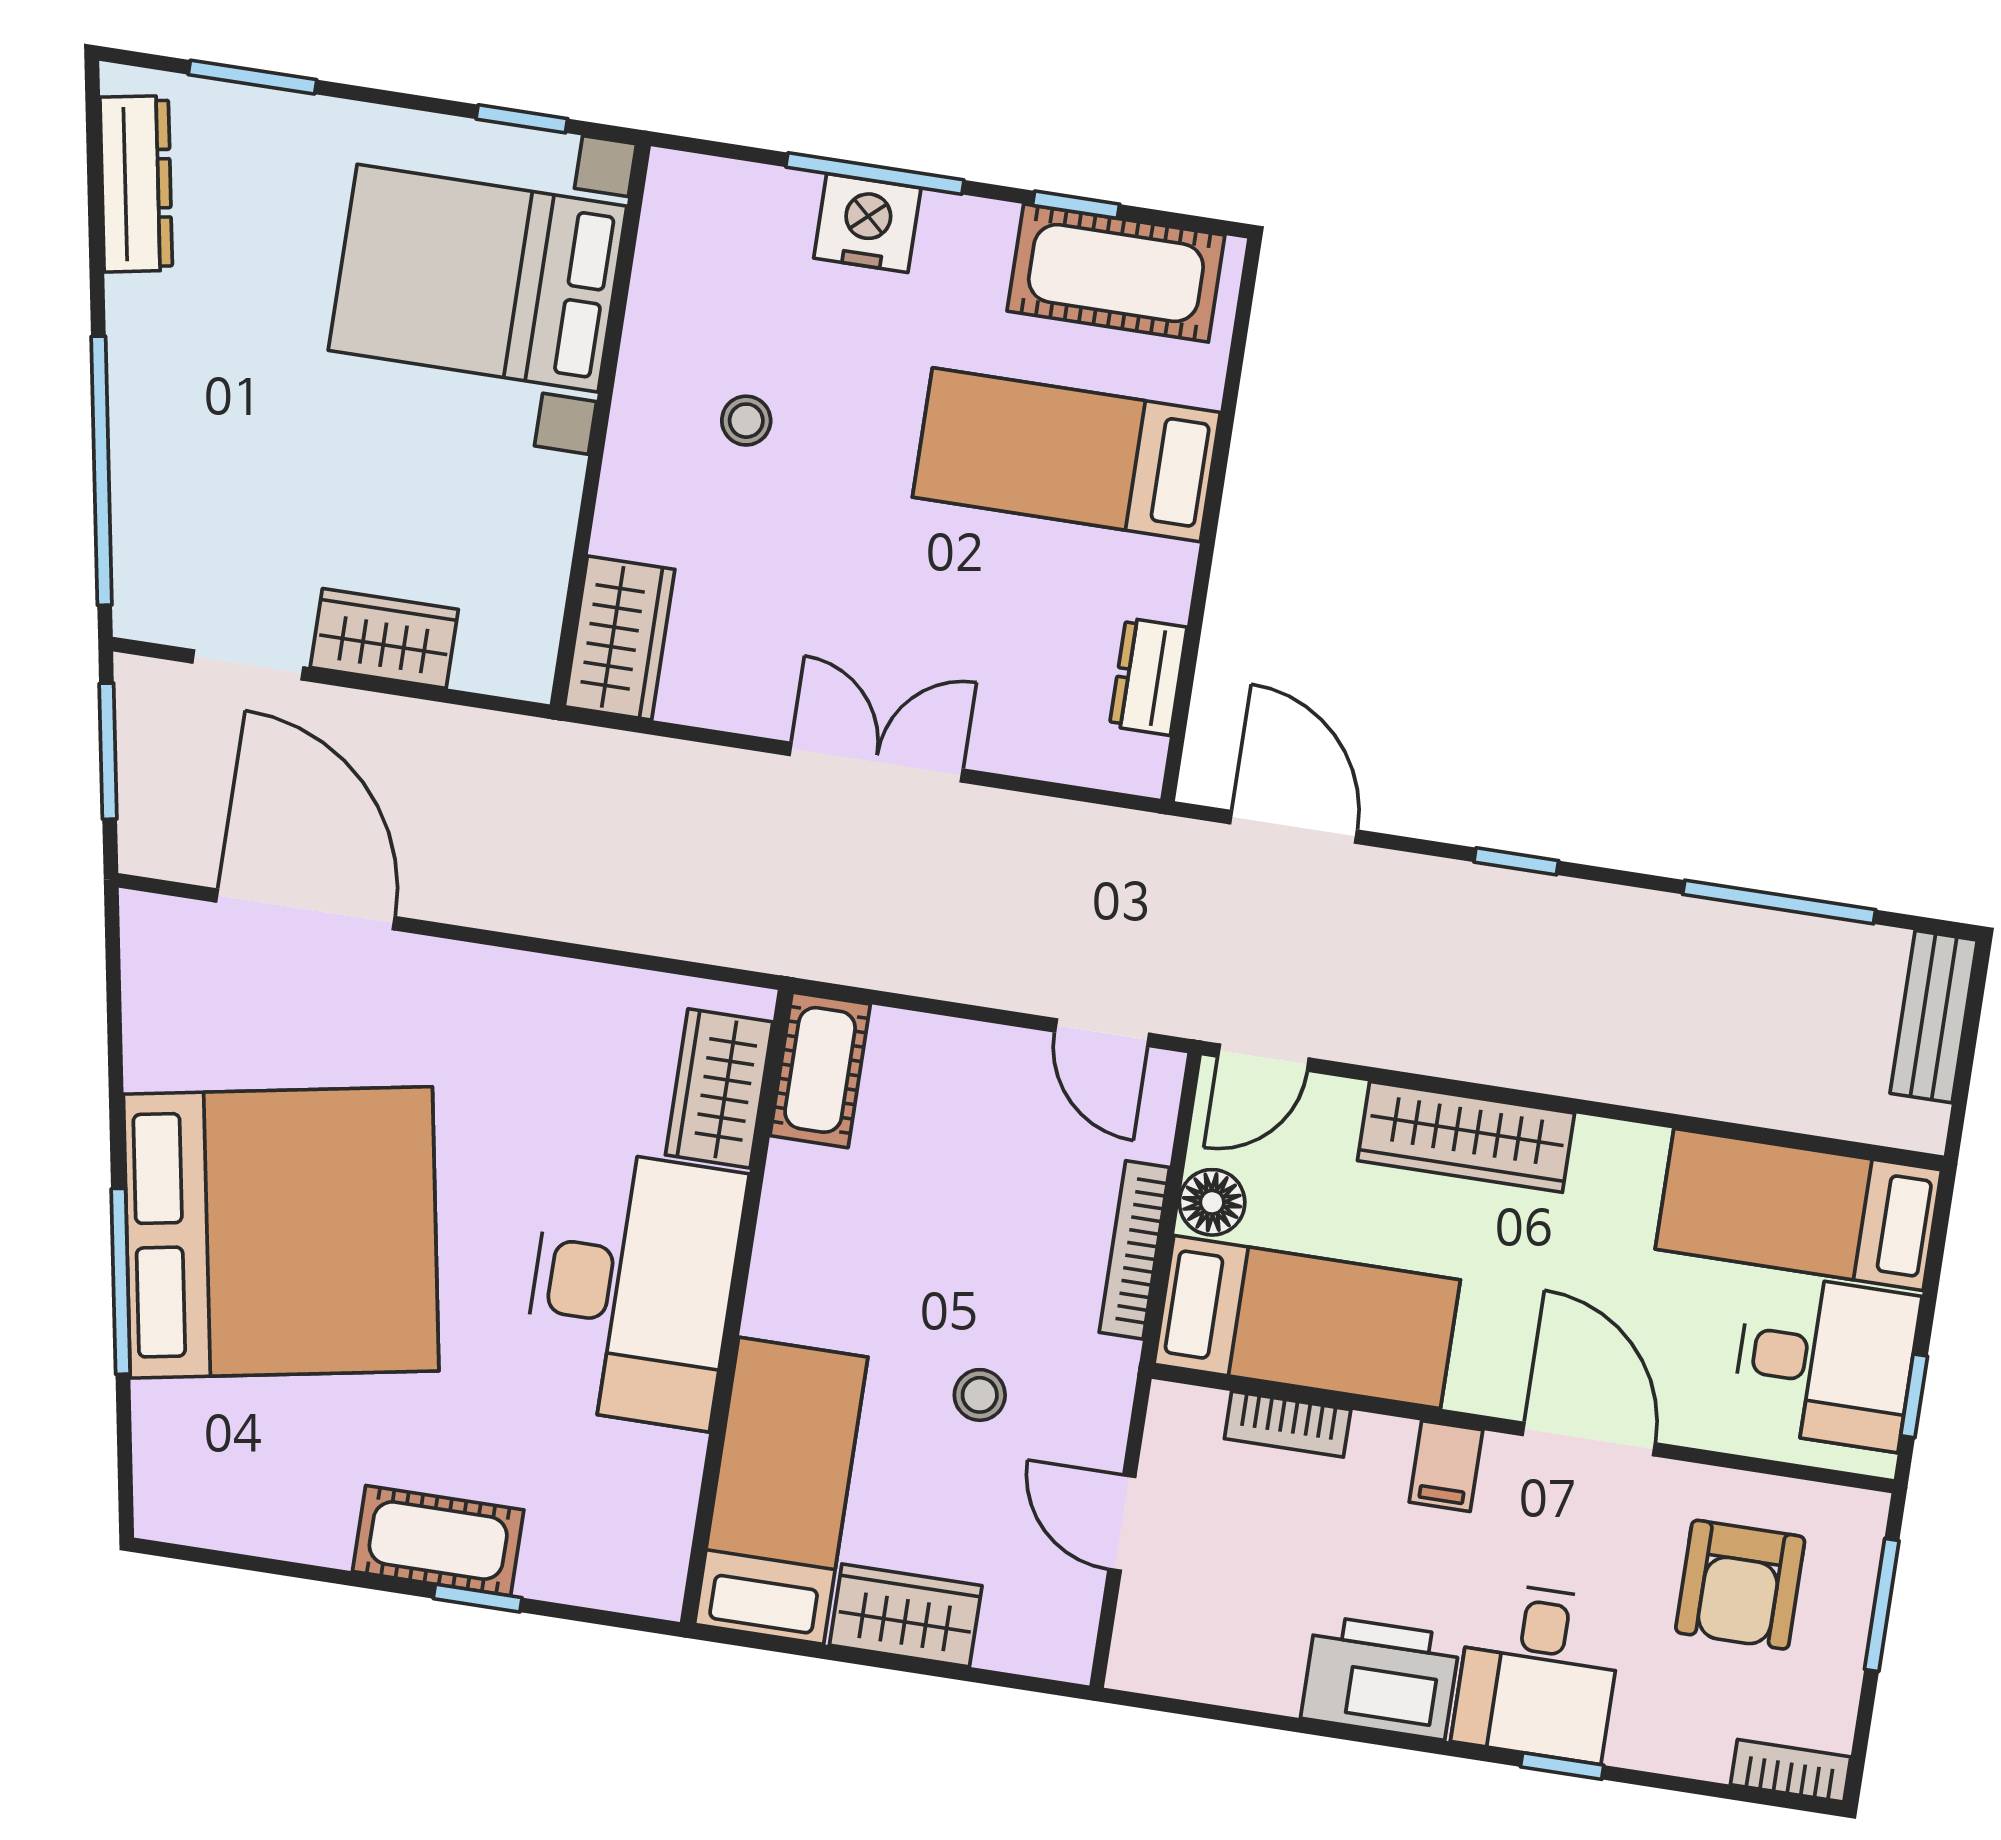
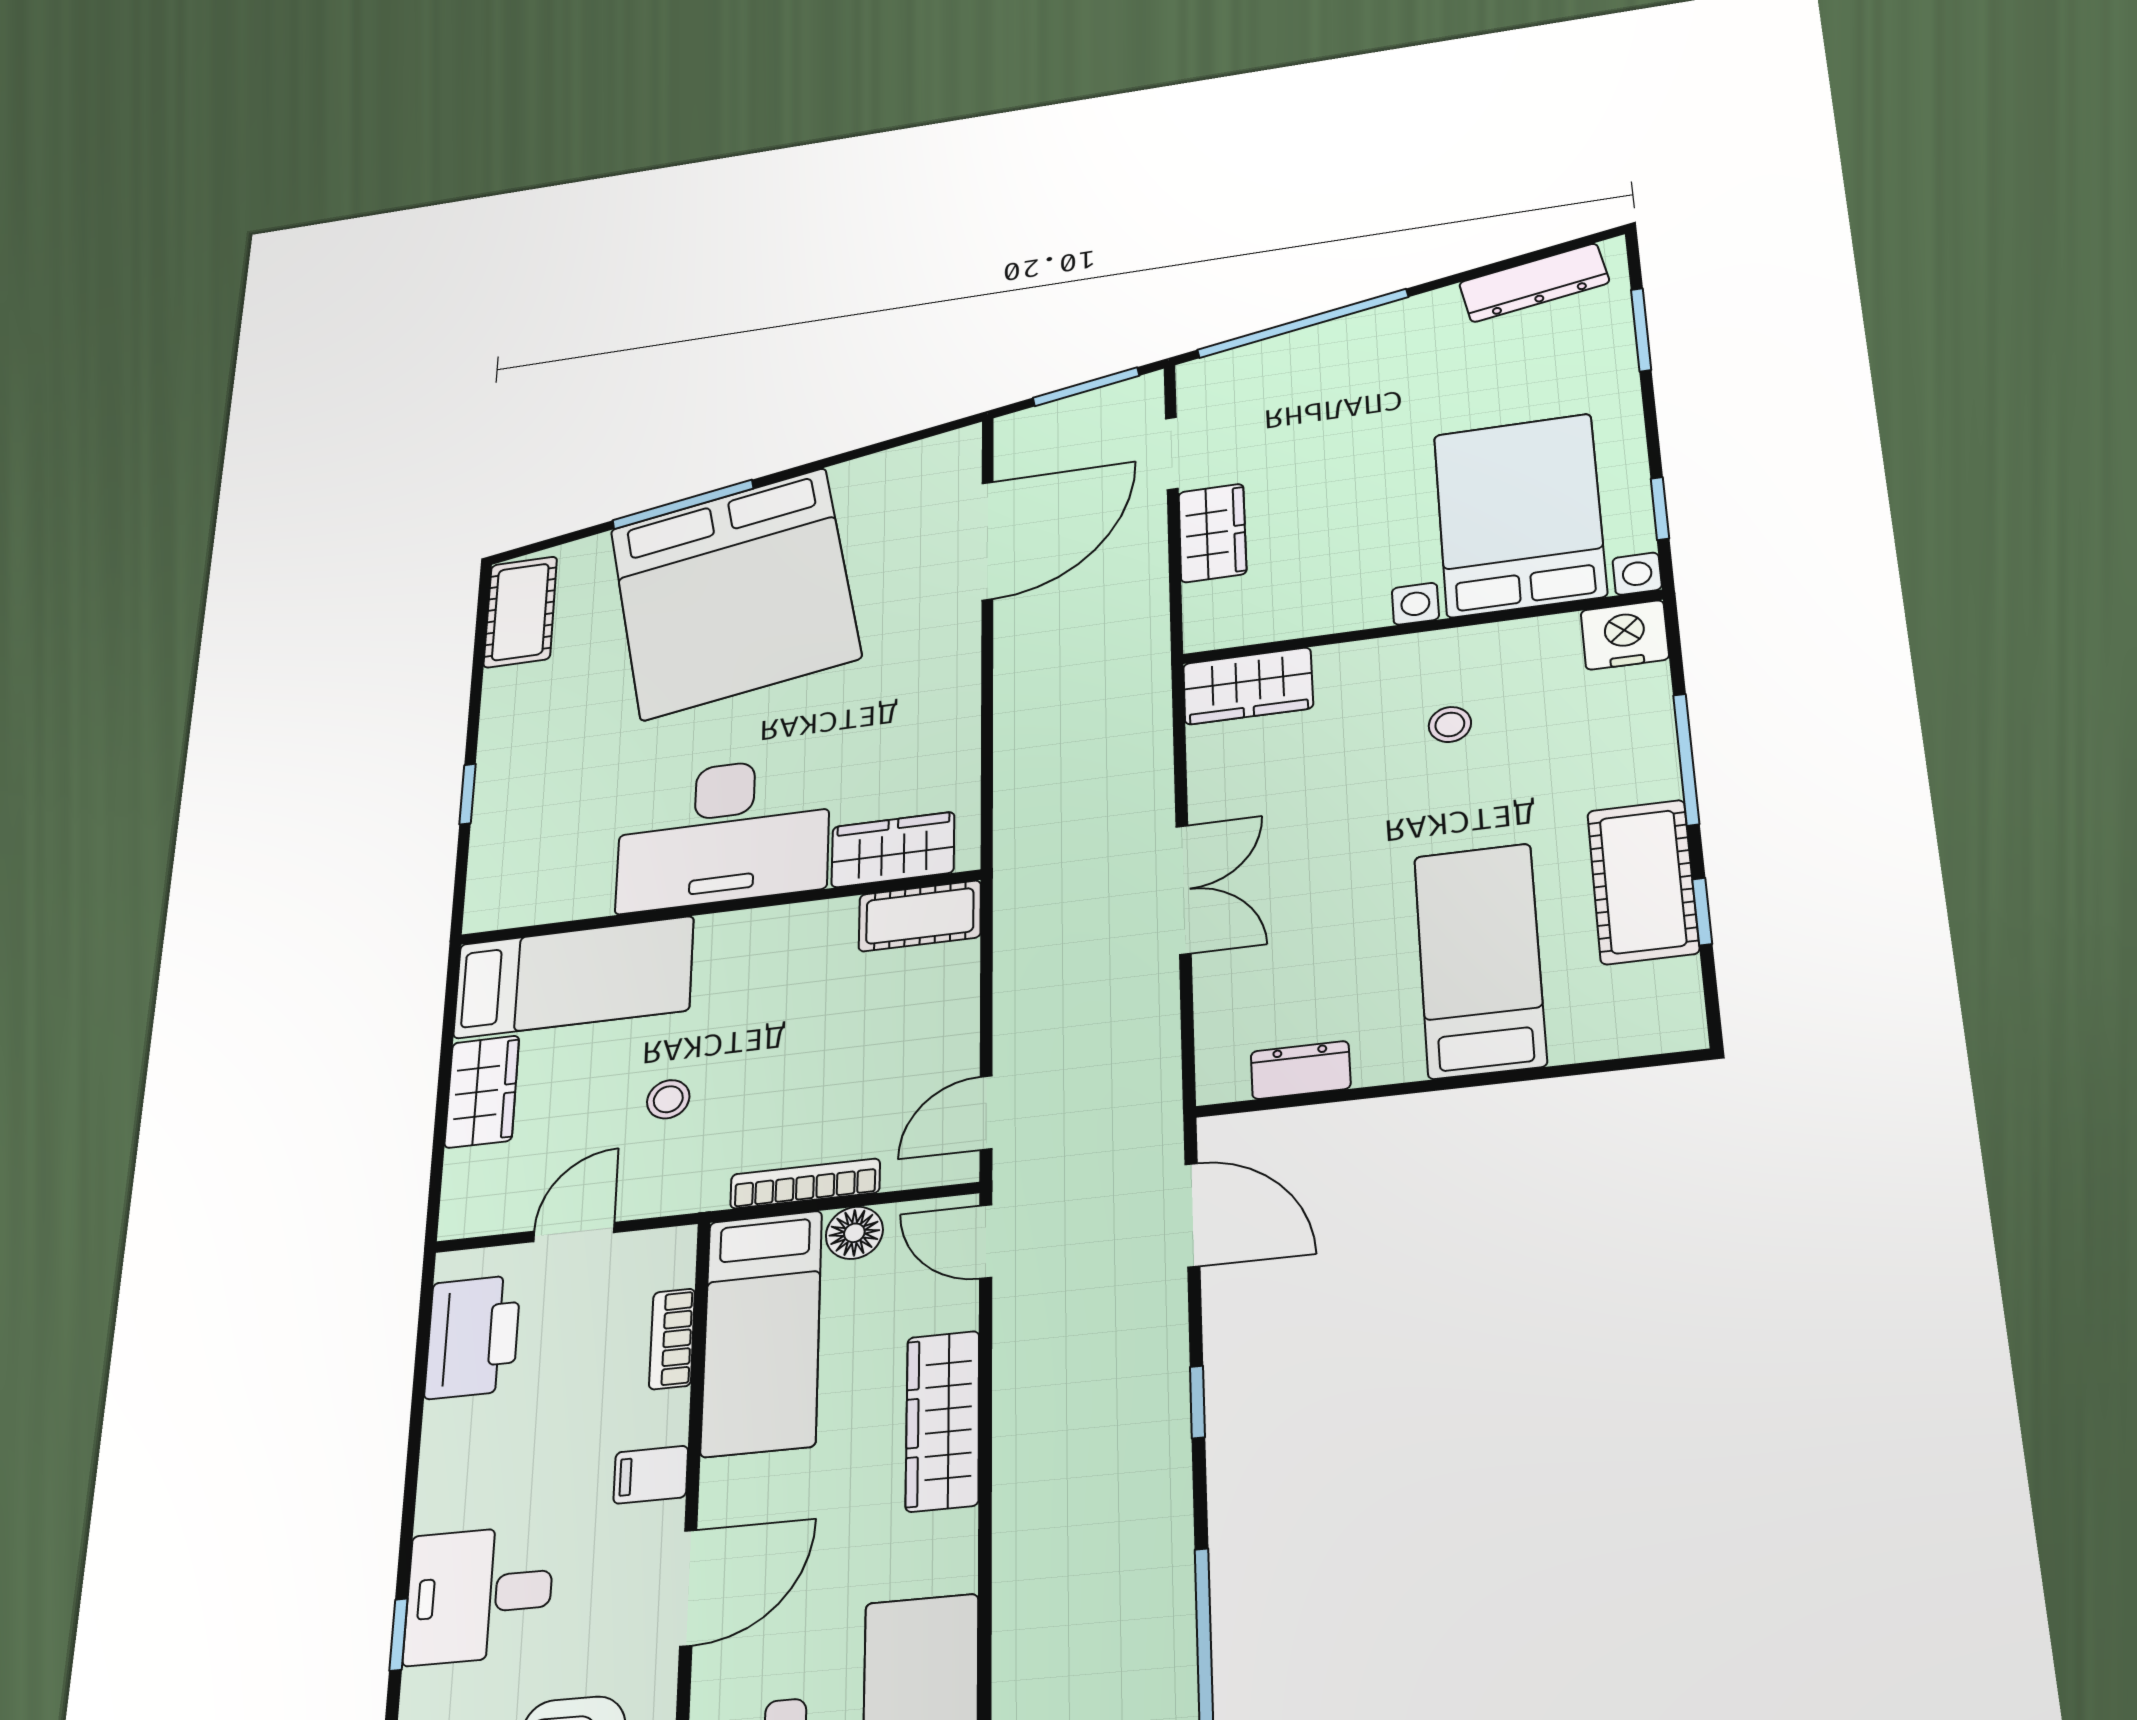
nightstand: (867, 223) -> (1625, 635), moved, turned -90
cot: (1116, 273) -> (1643, 882), moved
door: (1294, 827) -> (1192, 1215), hinge flipped
cot: (438, 1541) -> (520, 612), moved
printer: (1380, 1677) -> (473, 1337), moved

